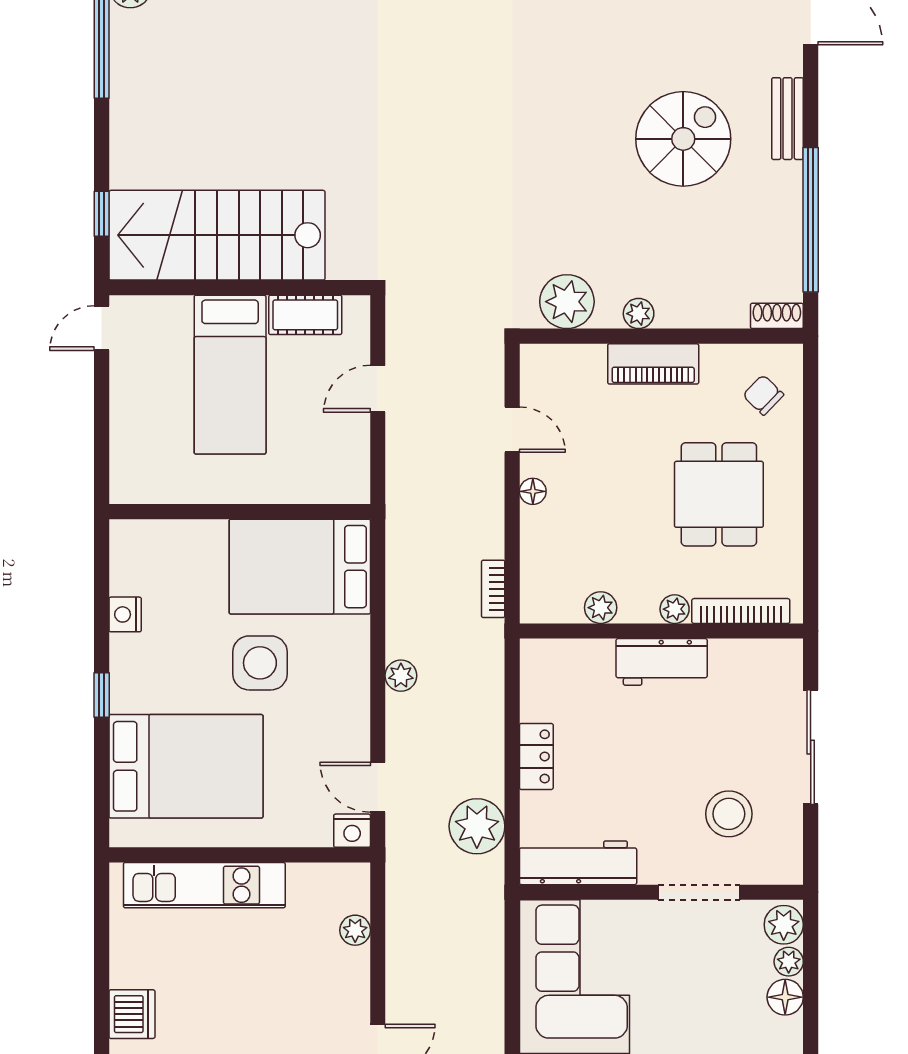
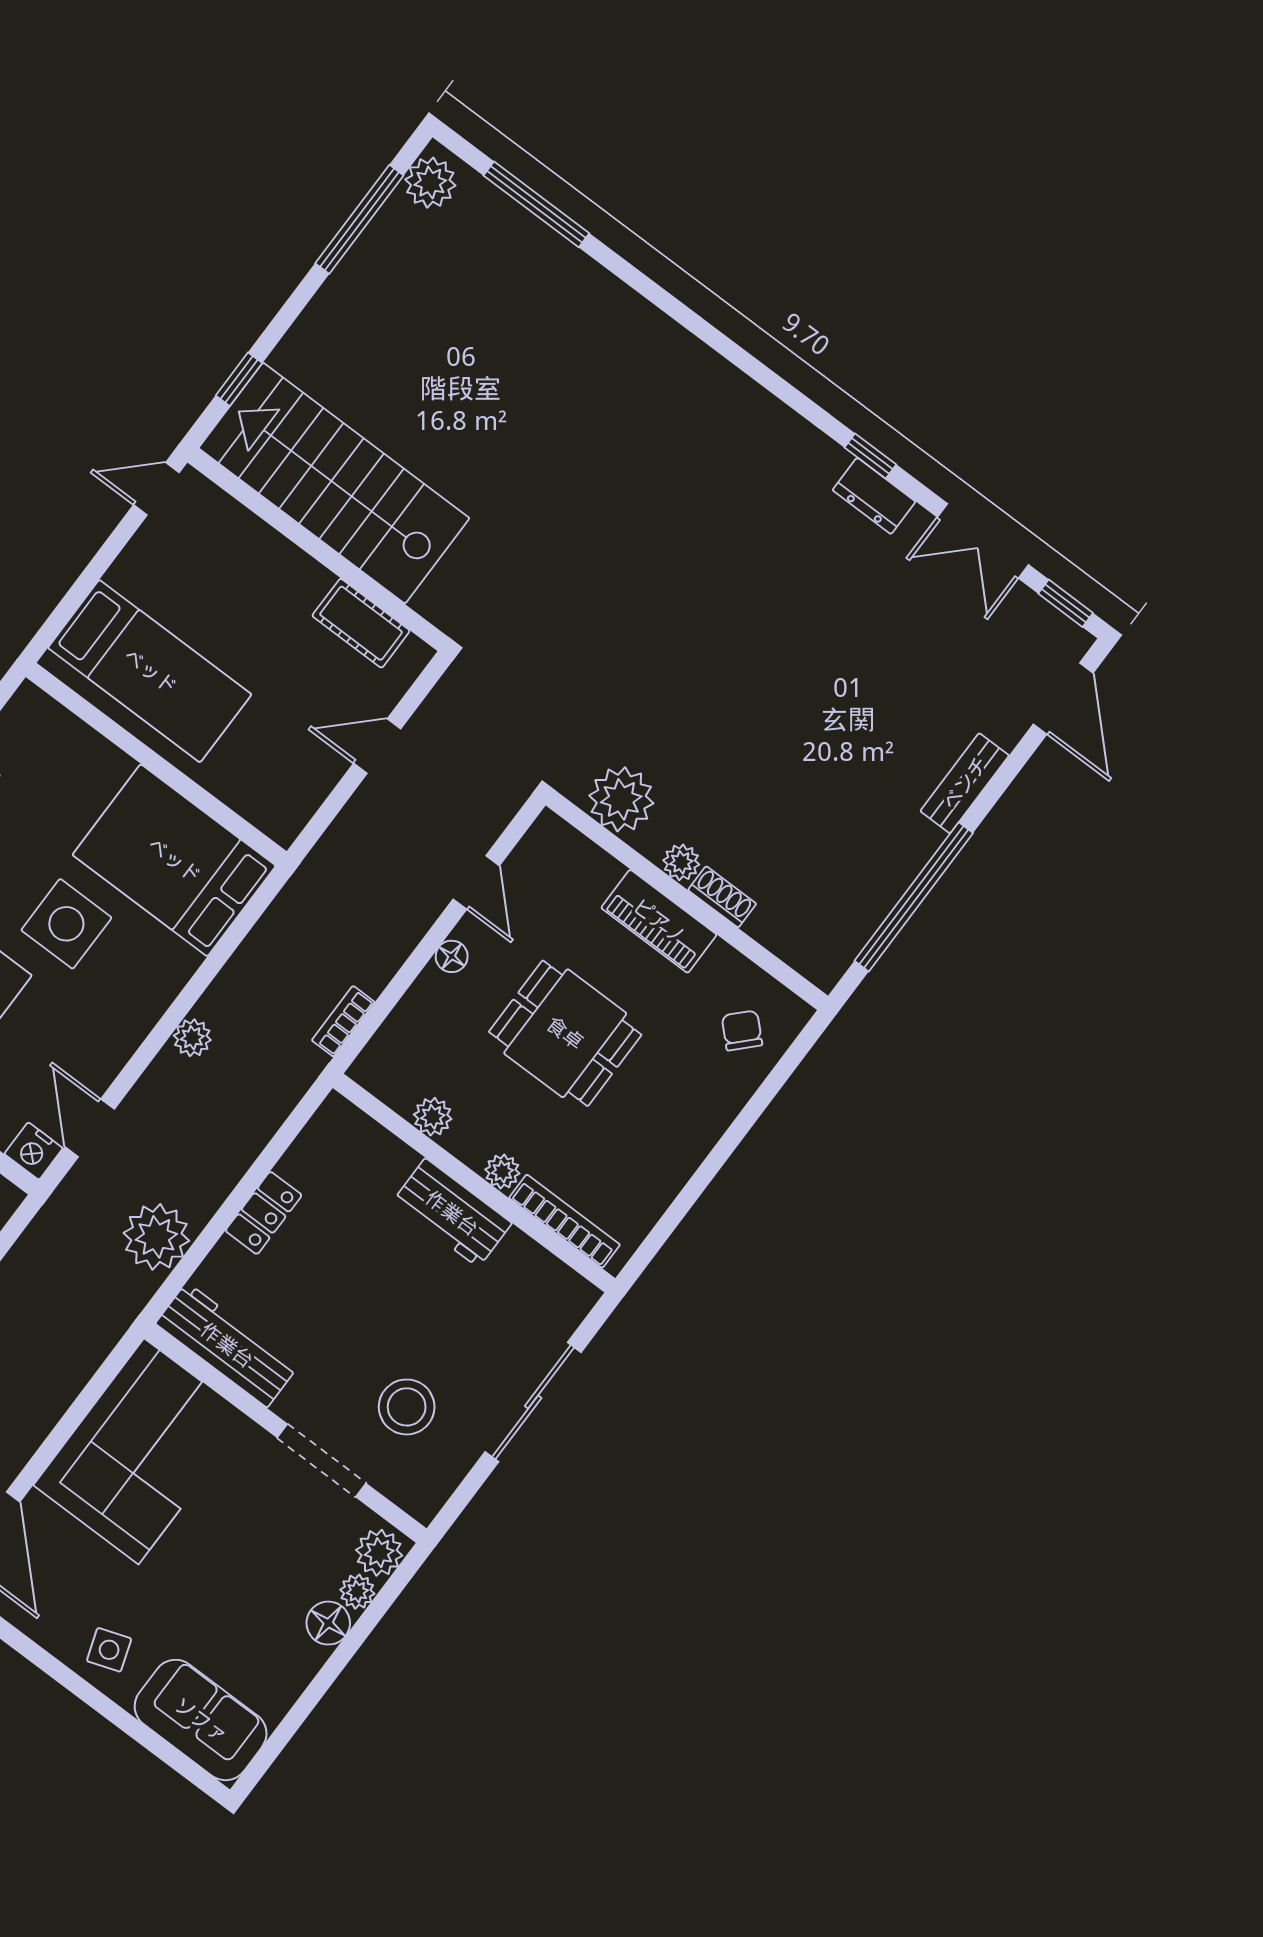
spiral stairs: (683, 139) -> (850, 727), removed
shoe rack: (777, 316) -> (722, 897), moved
bed: (230, 375) -> (150, 671), moved, turned -90
dining table: (719, 494) -> (565, 1033), moved, turned 90

